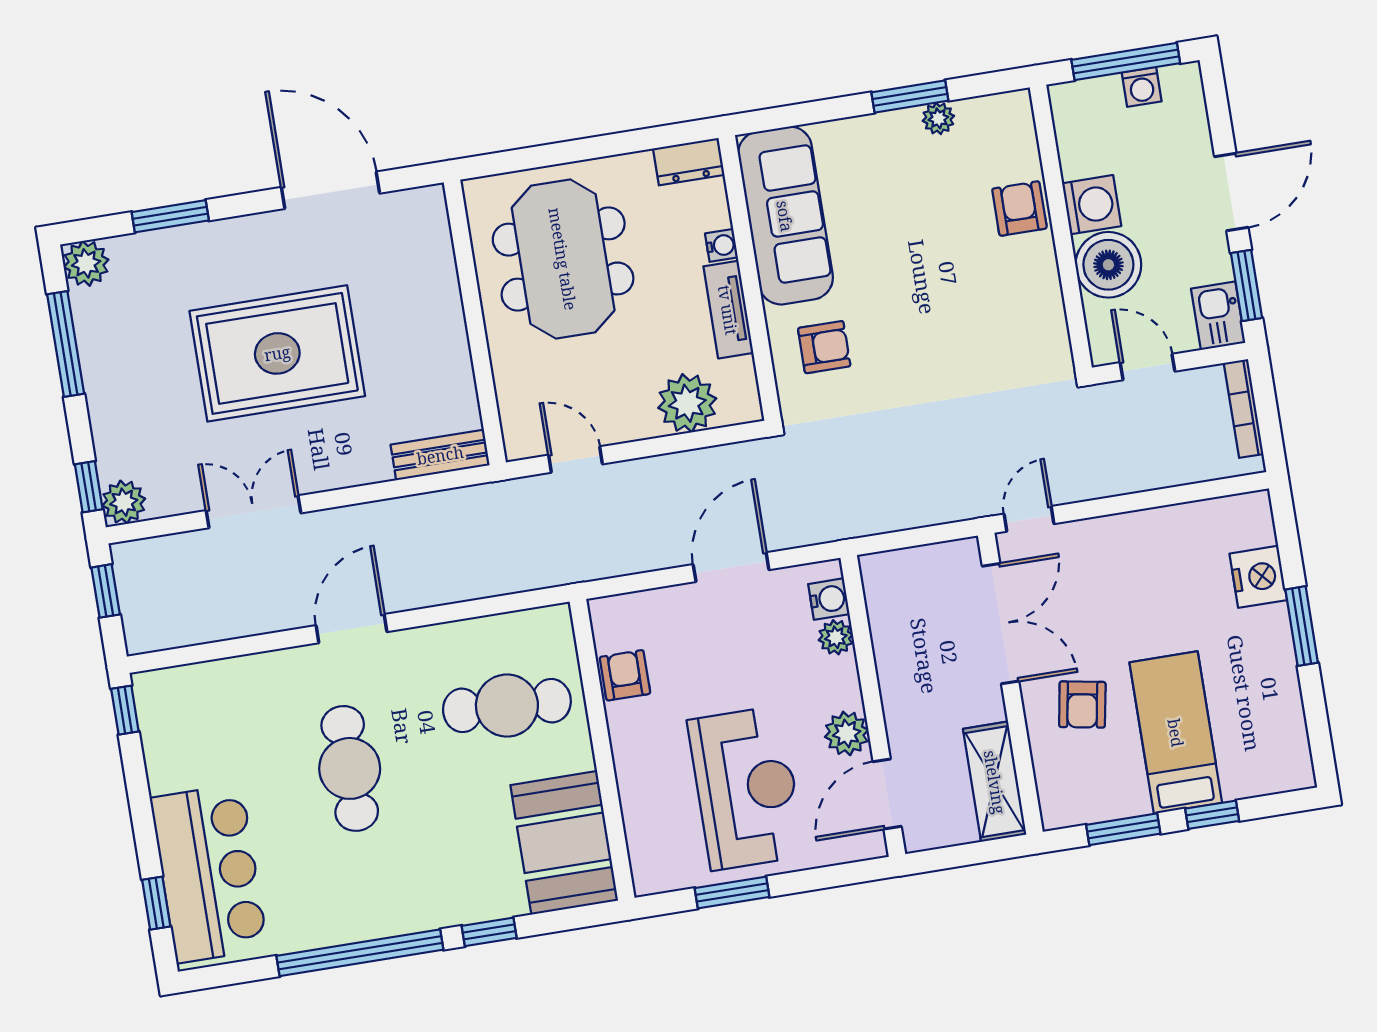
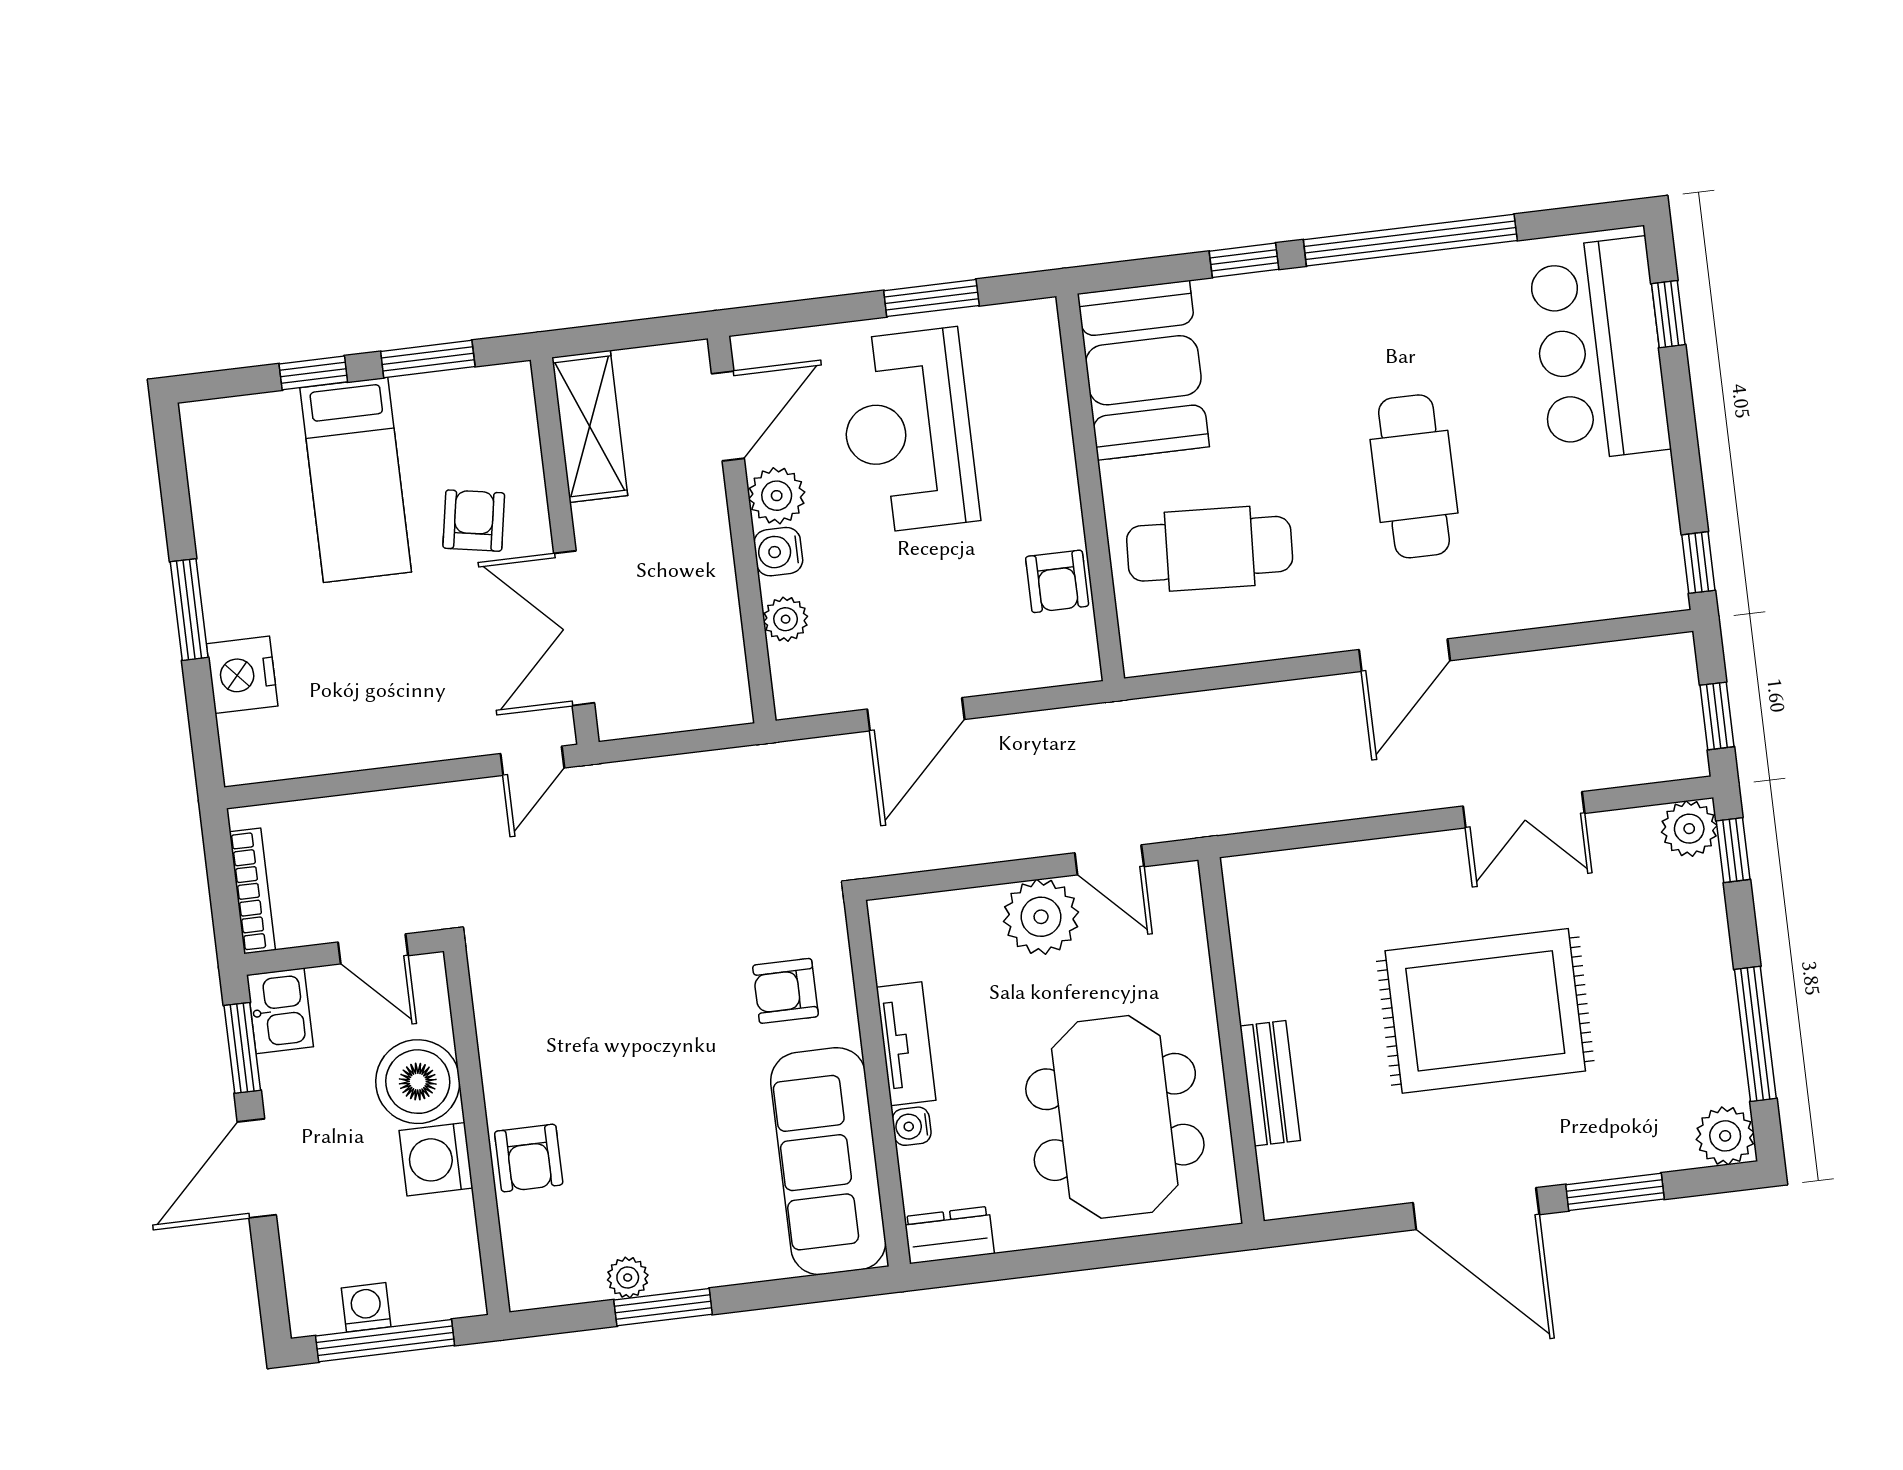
door: (331, 190) -> (1476, 1209), moved
plant: (687, 403) -> (1041, 917), moved
bench: (440, 455) -> (1270, 1083), moved, turned 90
water cooler: (829, 599) -> (778, 552), moved

